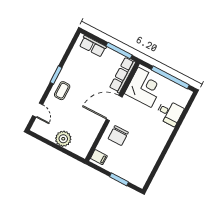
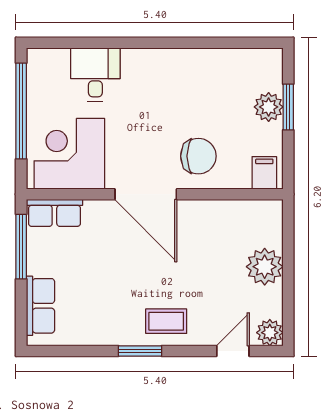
row of seats: (123, 75) -> (54, 213), width x0.68
plant: (37, 128) -> (270, 333), added
plant: (123, 172) -> (269, 107), added

